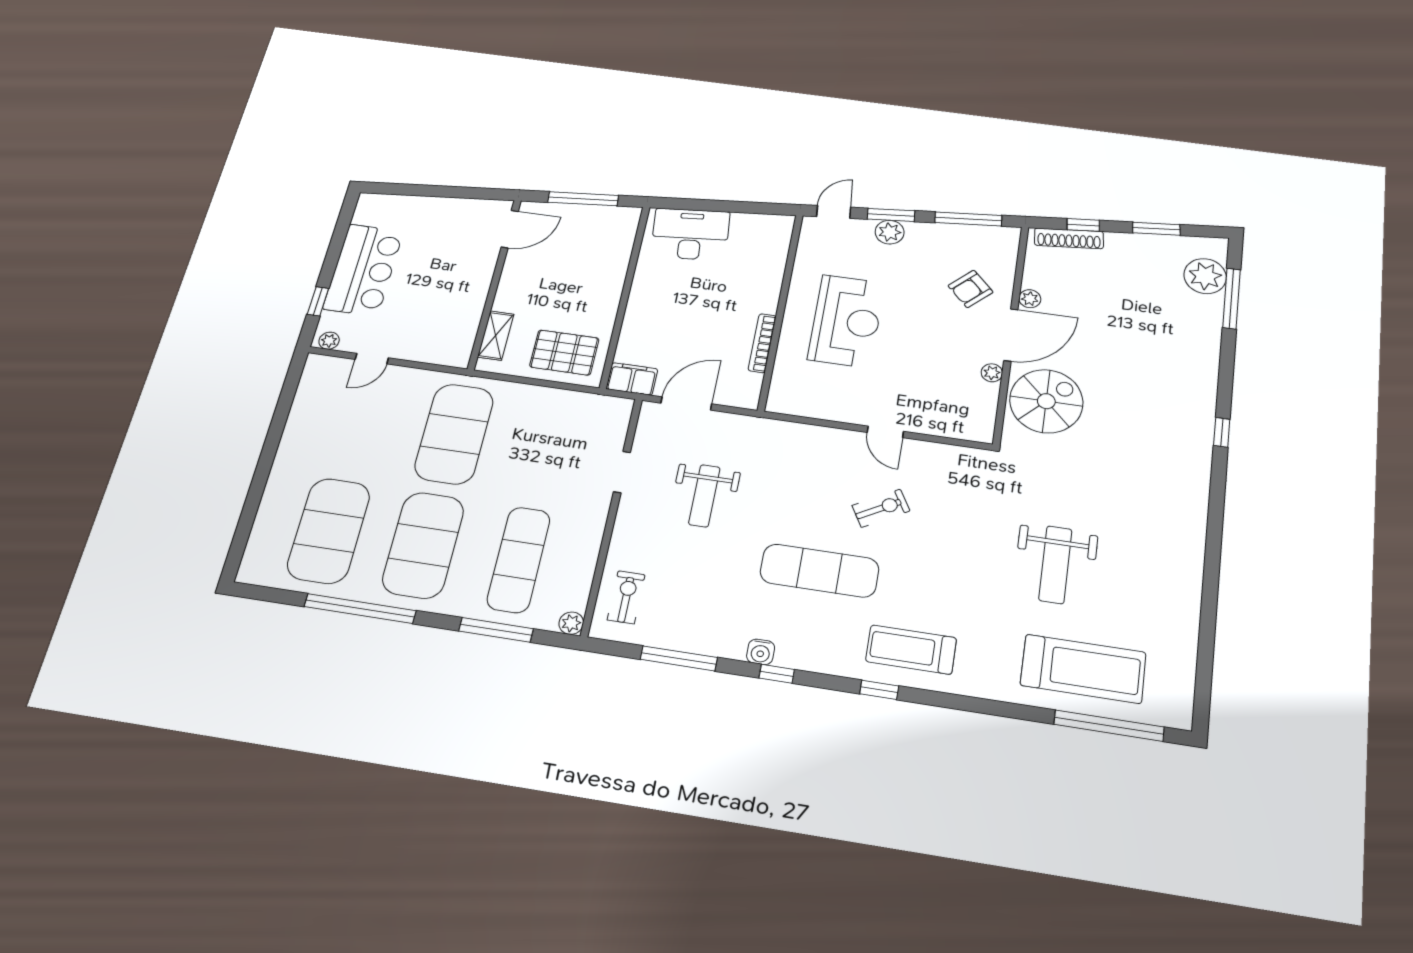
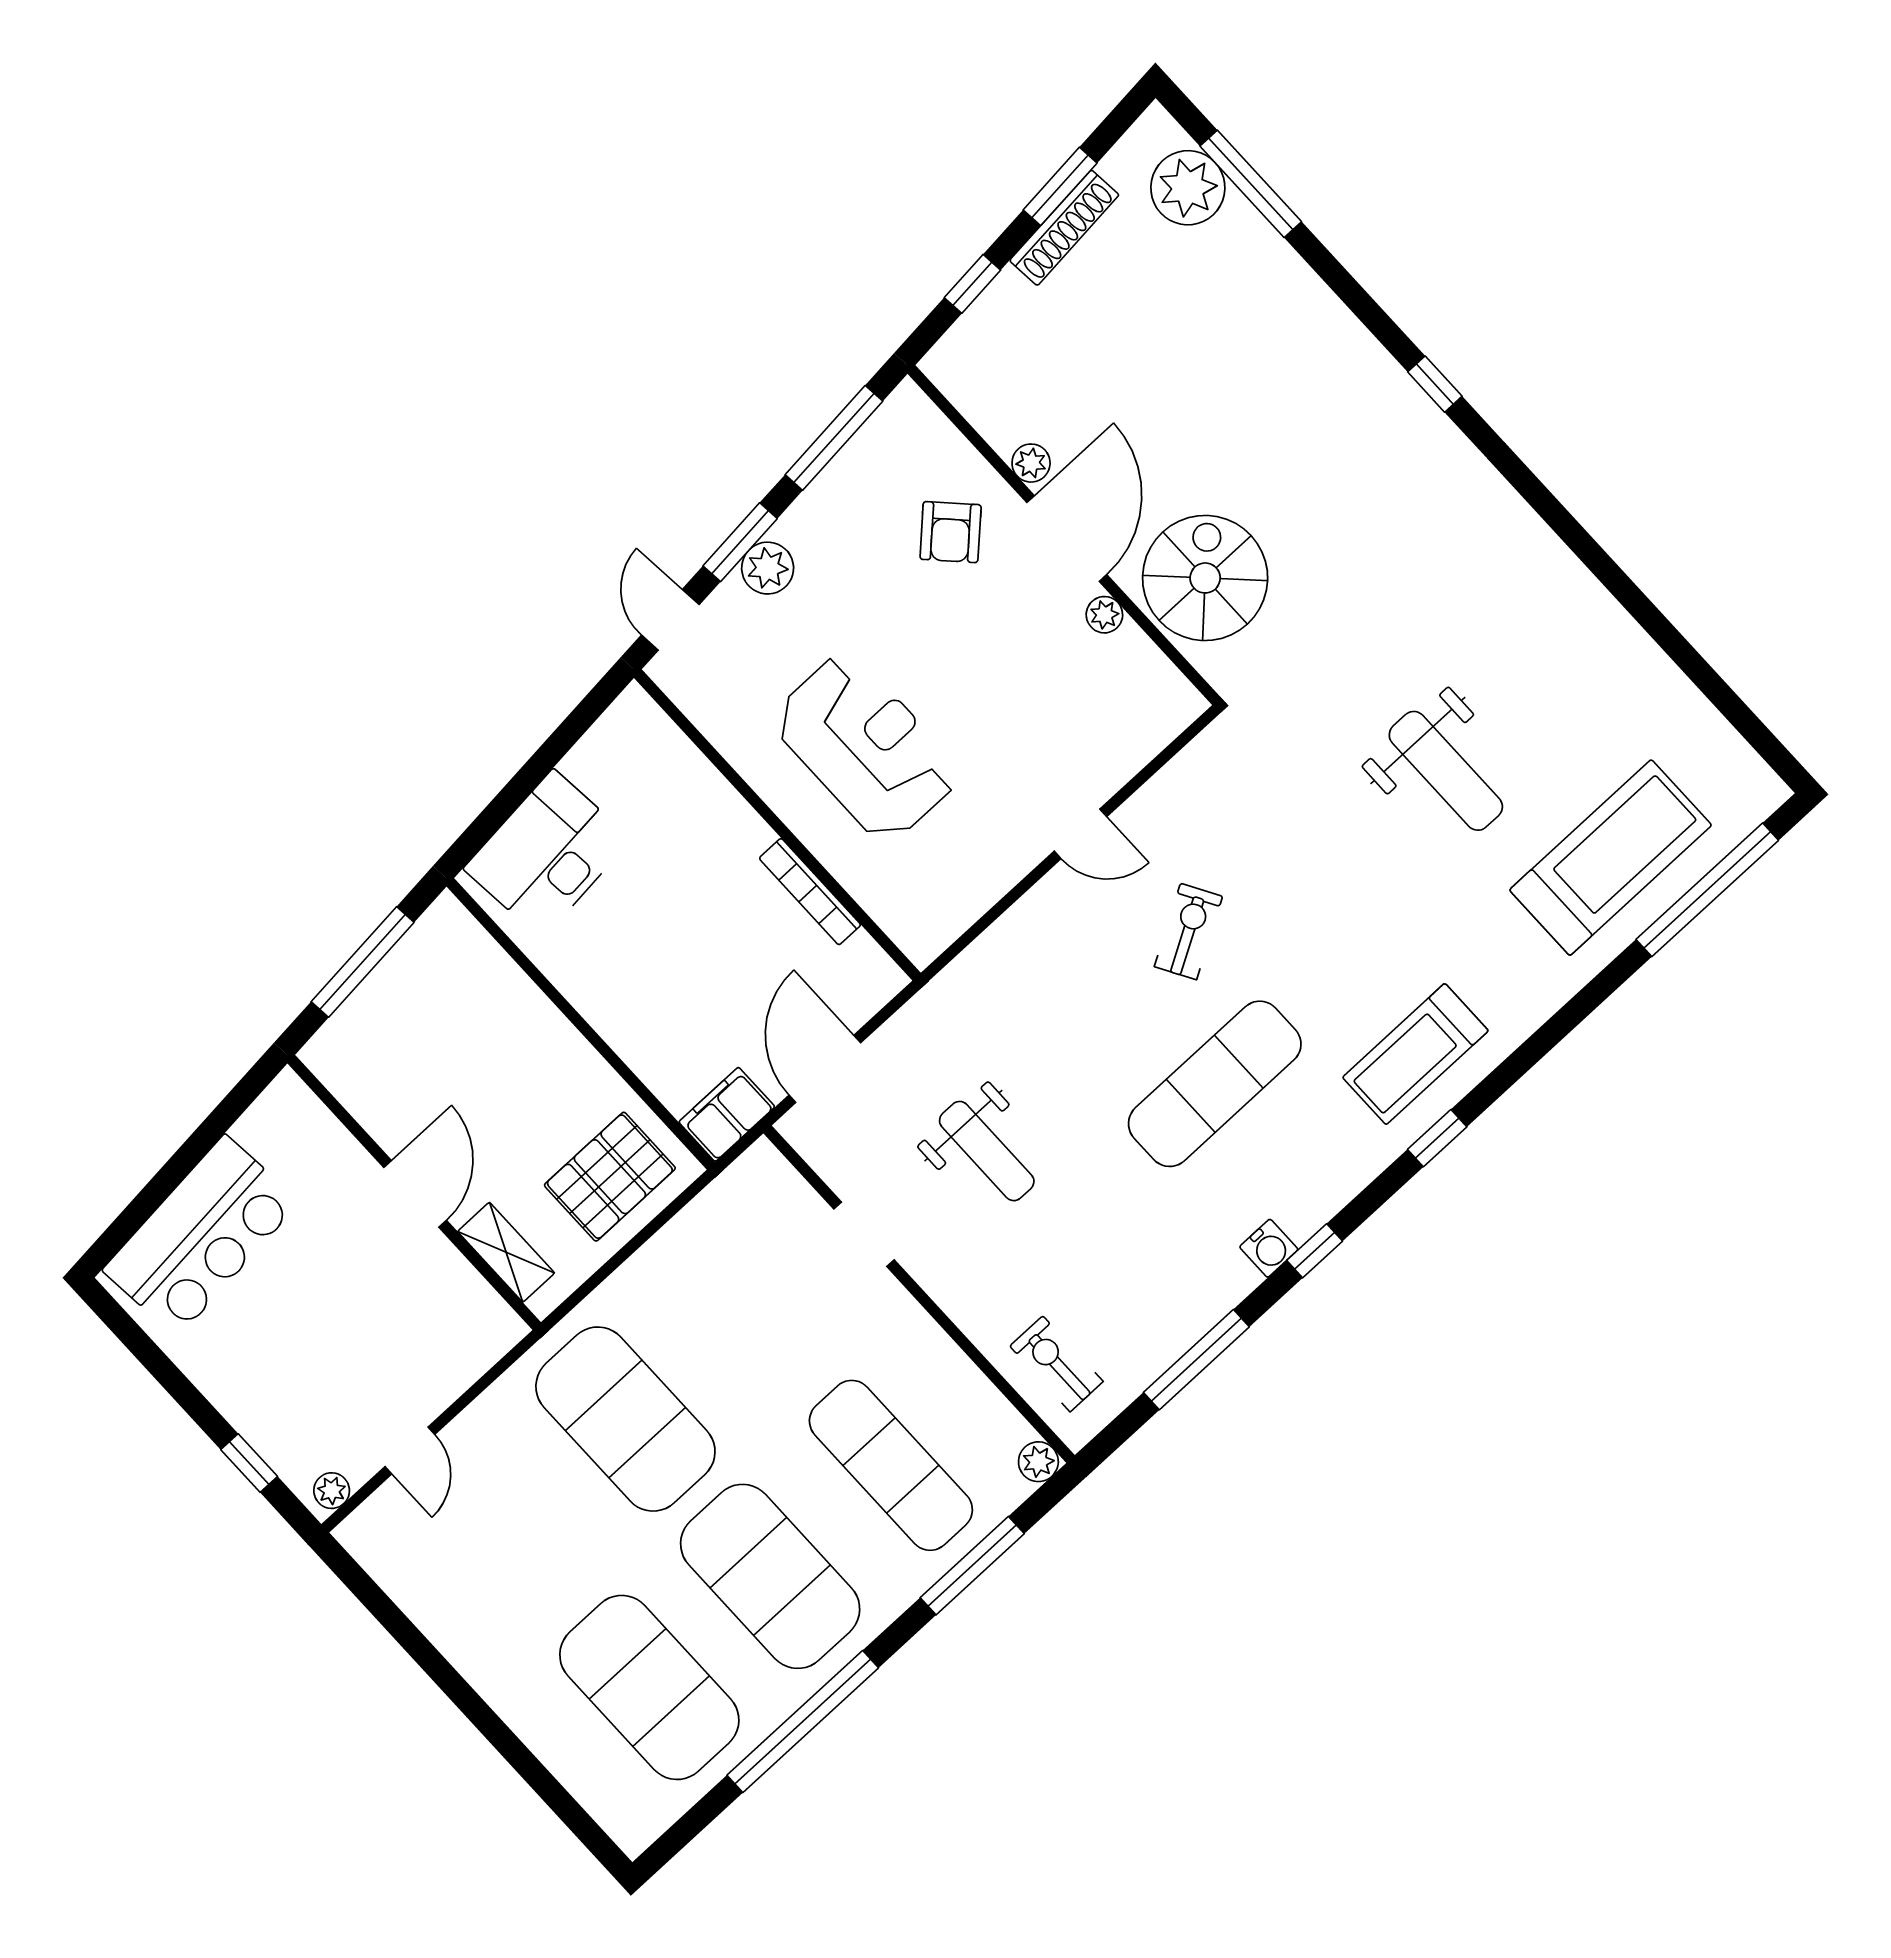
door: (510, 229) -> (415, 1194), moved
shoe rack: (1069, 238) -> (1064, 228), moved
bar counter: (363, 270) -> (201, 1236), moved, turned 85

